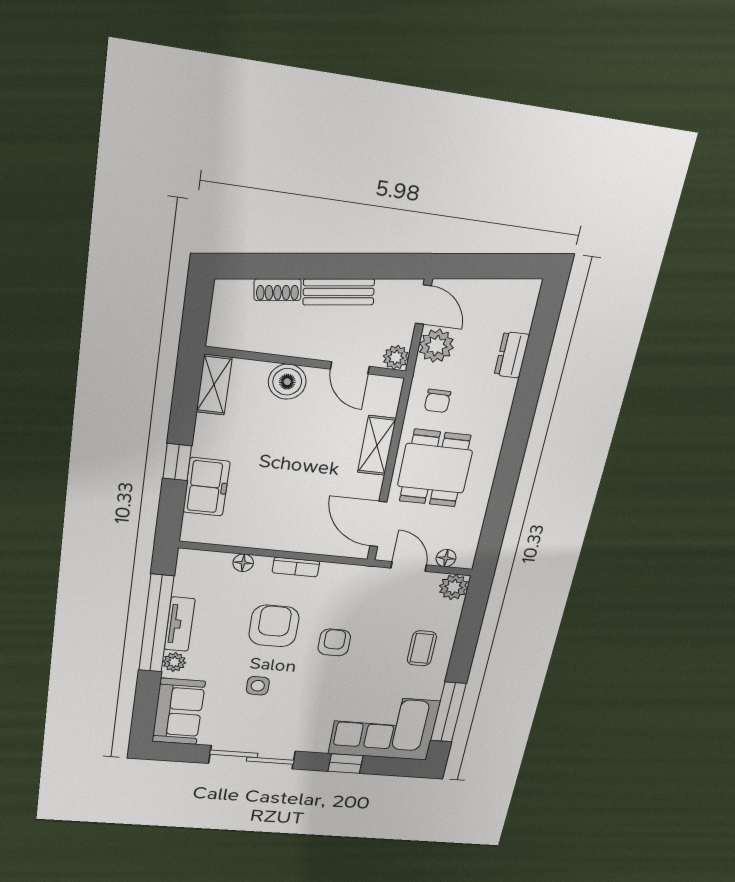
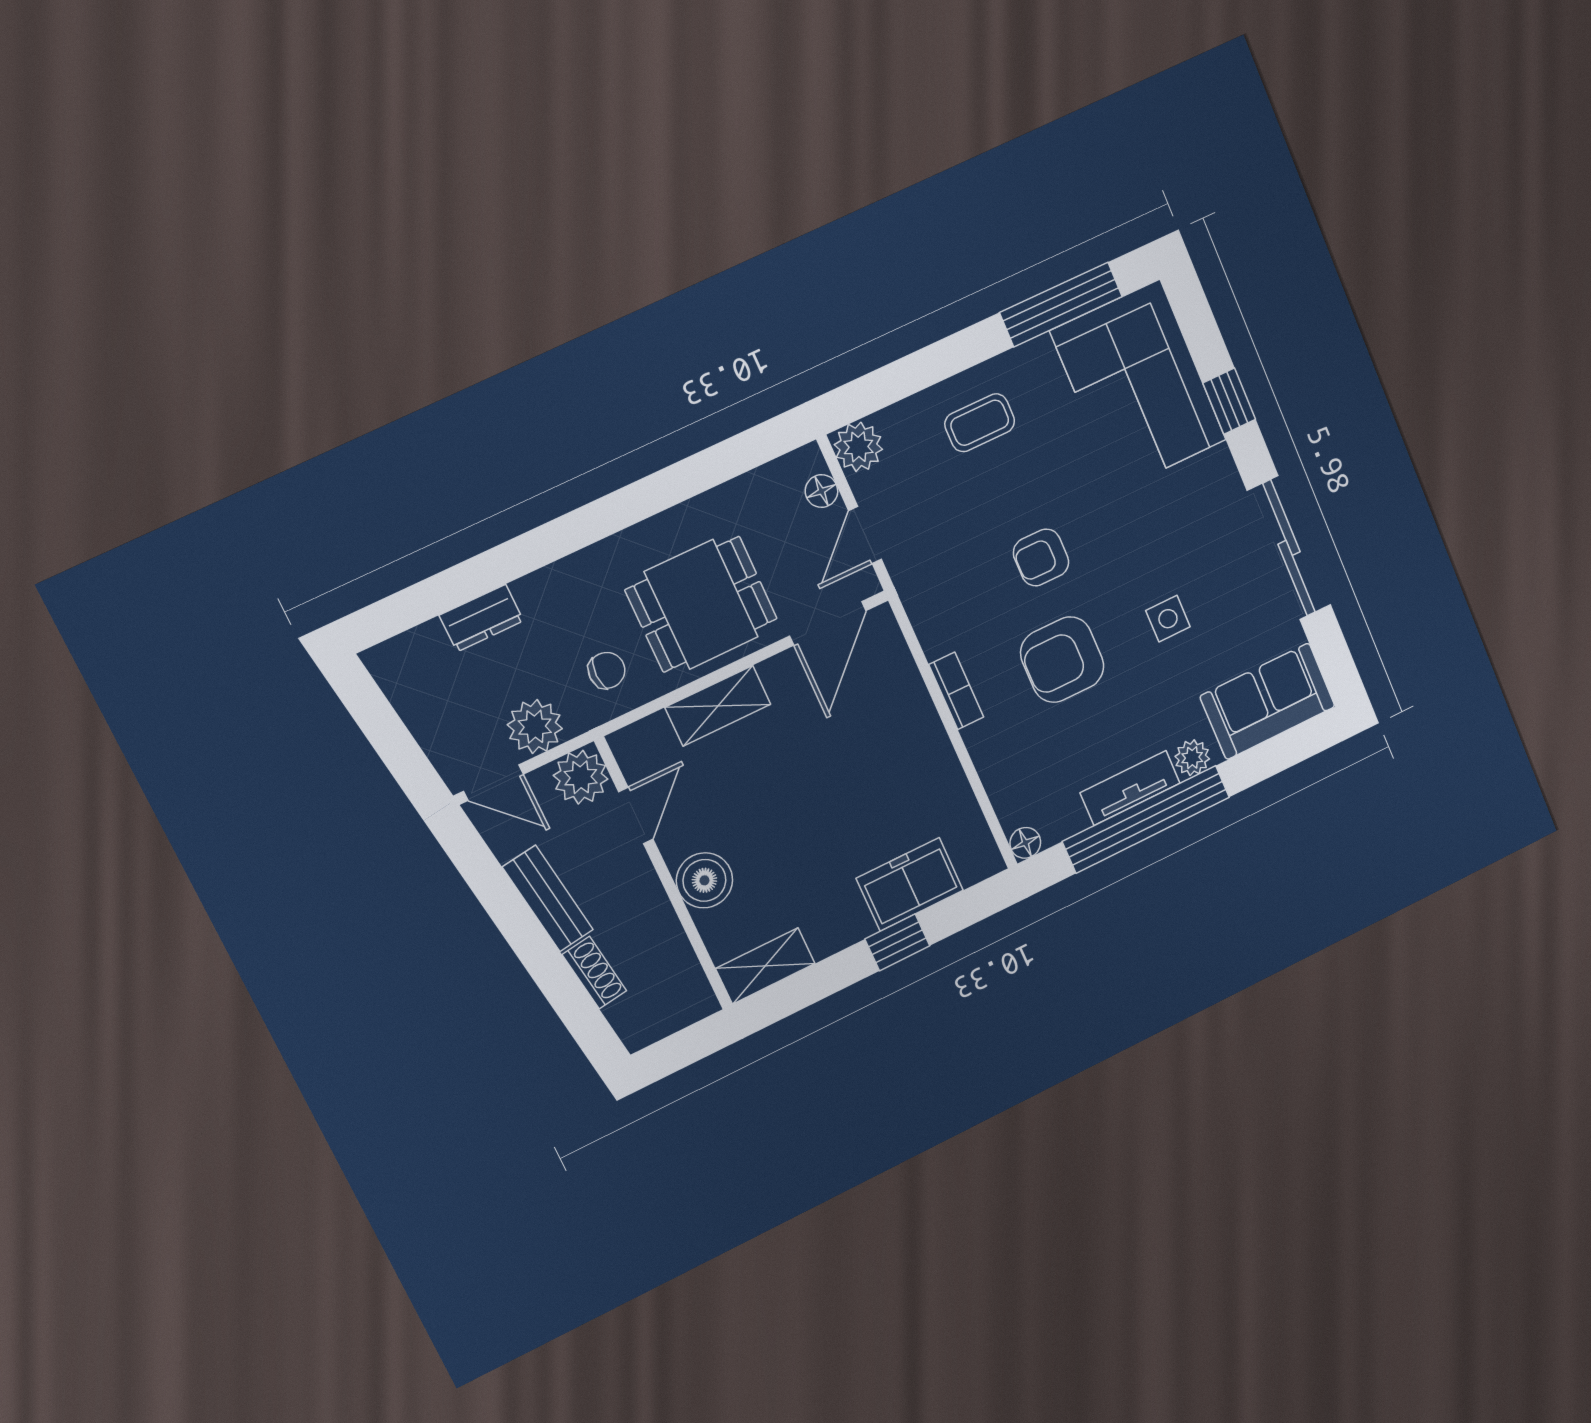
door: (423, 305) -> (493, 783), swing flipped
plant: (396, 357) -> (581, 777), width x1.38, depth x1.38
floor lamp: (243, 563) -> (1025, 843), moved

